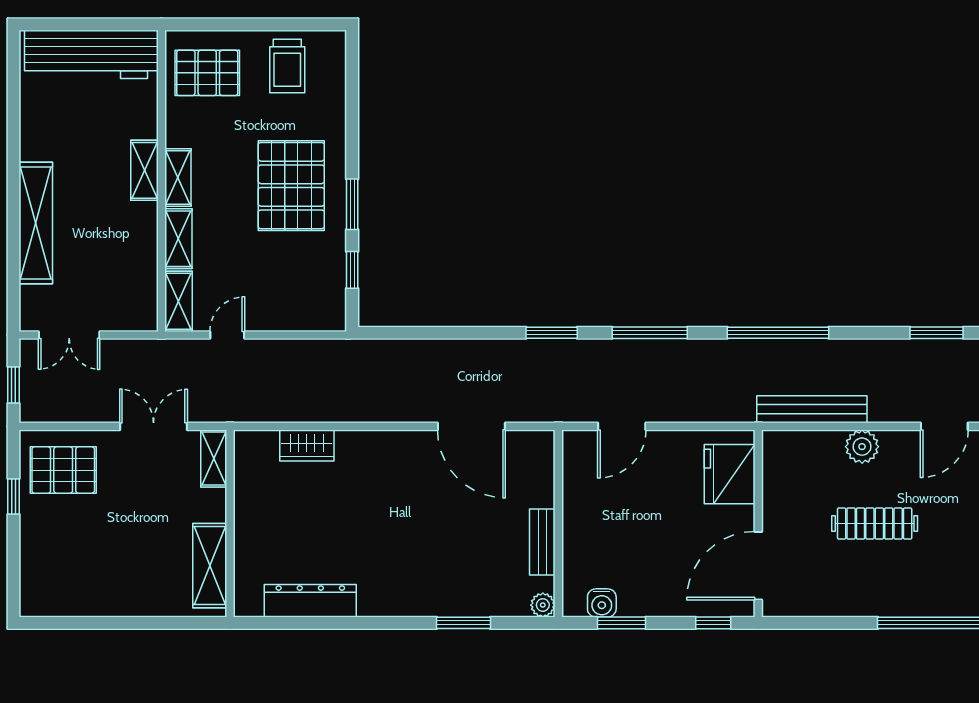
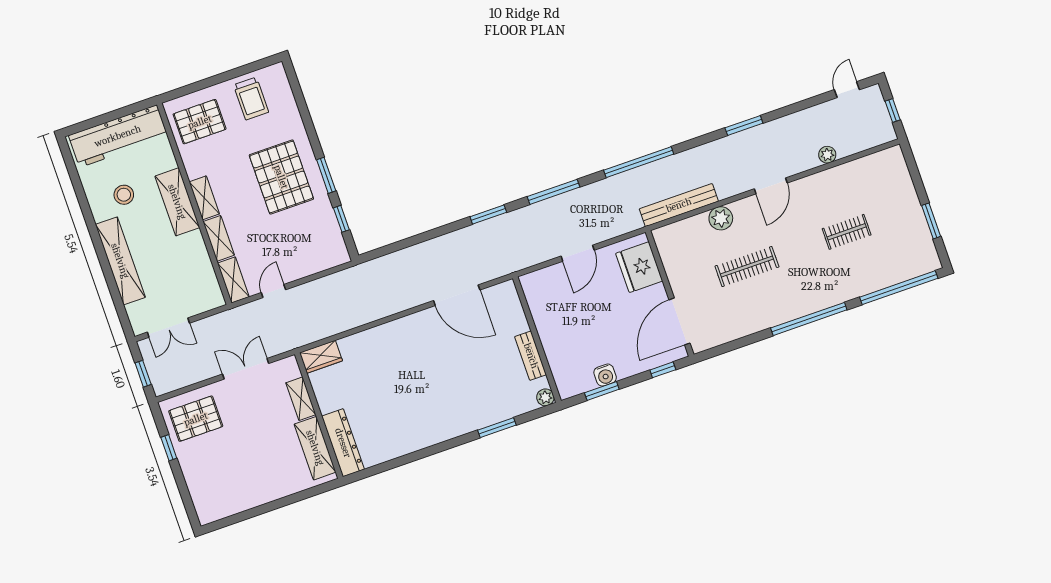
stool: (71, 136) -> (124, 195), added
shelving: (144, 170) -> (177, 202), width x1.50, depth x1.33
door: (622, 426) -> (578, 253), moved
wardrobe: (307, 446) -> (321, 357), moved
shelving: (214, 458) -> (301, 399), moved
dresser: (310, 601) -> (343, 443), moved, turned 90
water cooler: (602, 603) -> (605, 375), moved

